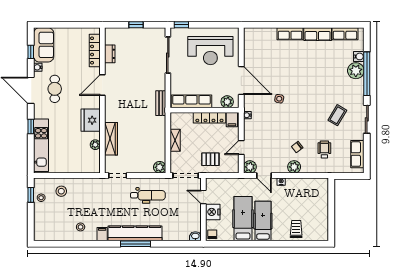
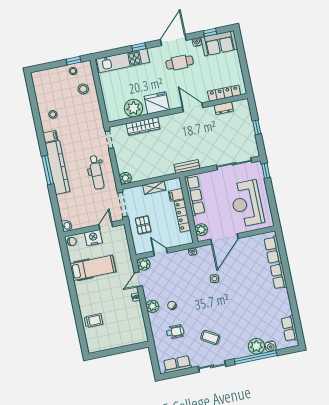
row of seats: (318, 34) -> (273, 250), moved
filing cabinet: (232, 120) -> (176, 195), moved
plant: (95, 145) -> (133, 108), width x1.87, depth x1.87
hospital bed: (263, 221) -> (95, 287), removed

